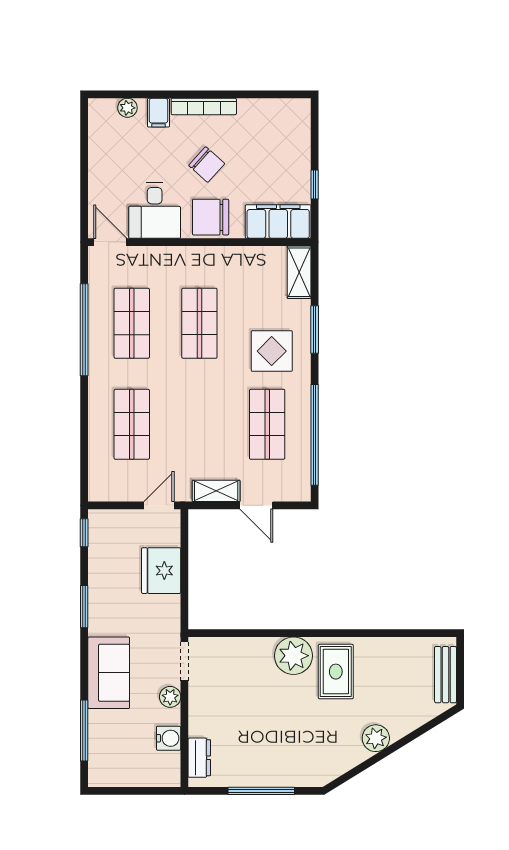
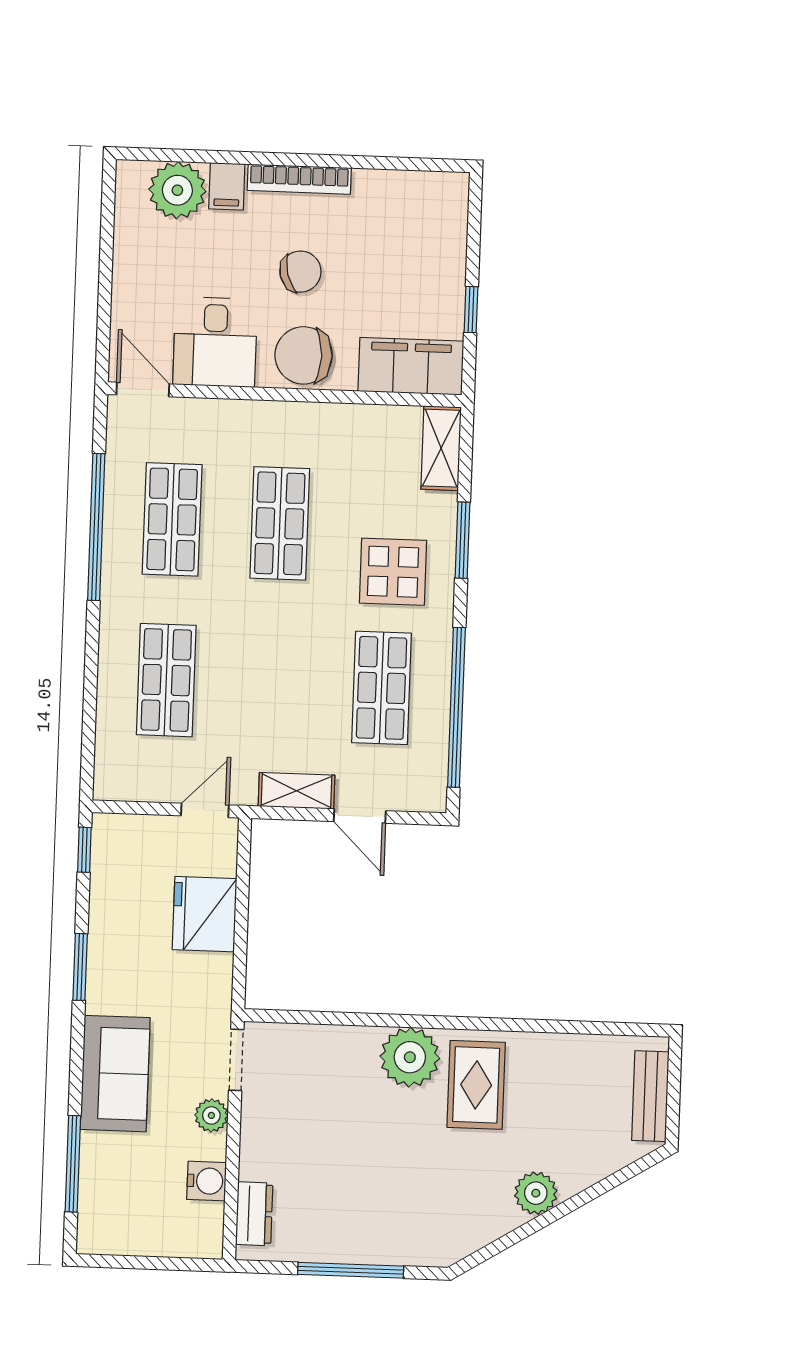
plant: (127, 108) -> (177, 190), width x1.87, depth x1.87
chair: (207, 164) -> (300, 272), turned -57

